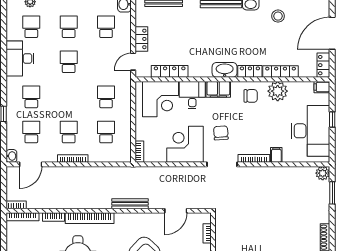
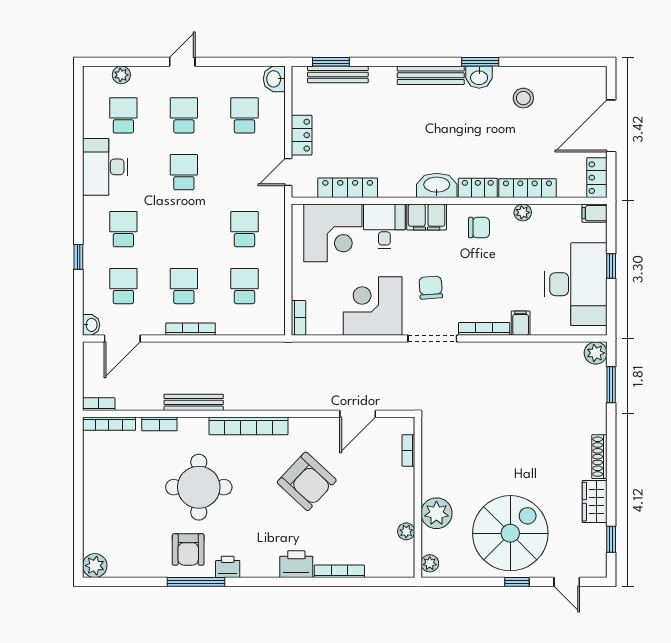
plant: (278, 91) -> (523, 212), width x0.53, depth x0.53
bench: (130, 204) -> (194, 402), moved
bookcase: (90, 218) -> (249, 426), moved

